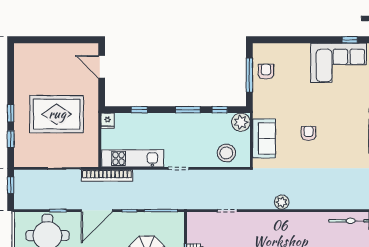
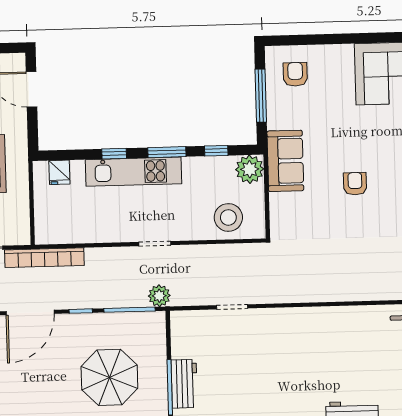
armchair: (266, 72) -> (295, 74), moved
window: (139, 110) -> (114, 154), moved
fridge: (108, 121) -> (59, 172), moved
sofa: (264, 138) -> (285, 161), moved
kitchen unit: (133, 158) -> (134, 172), moved, turned 180
plant: (282, 202) -> (159, 296), moved

